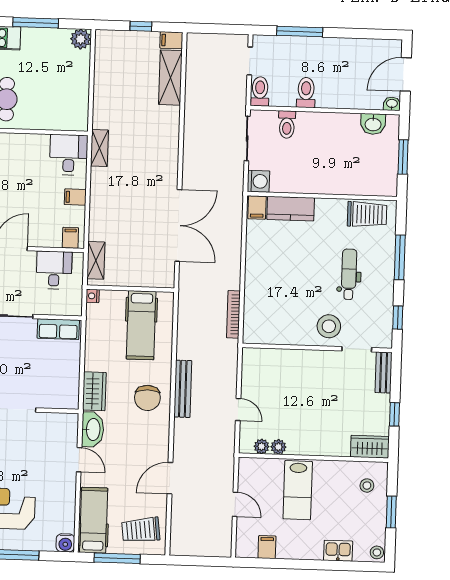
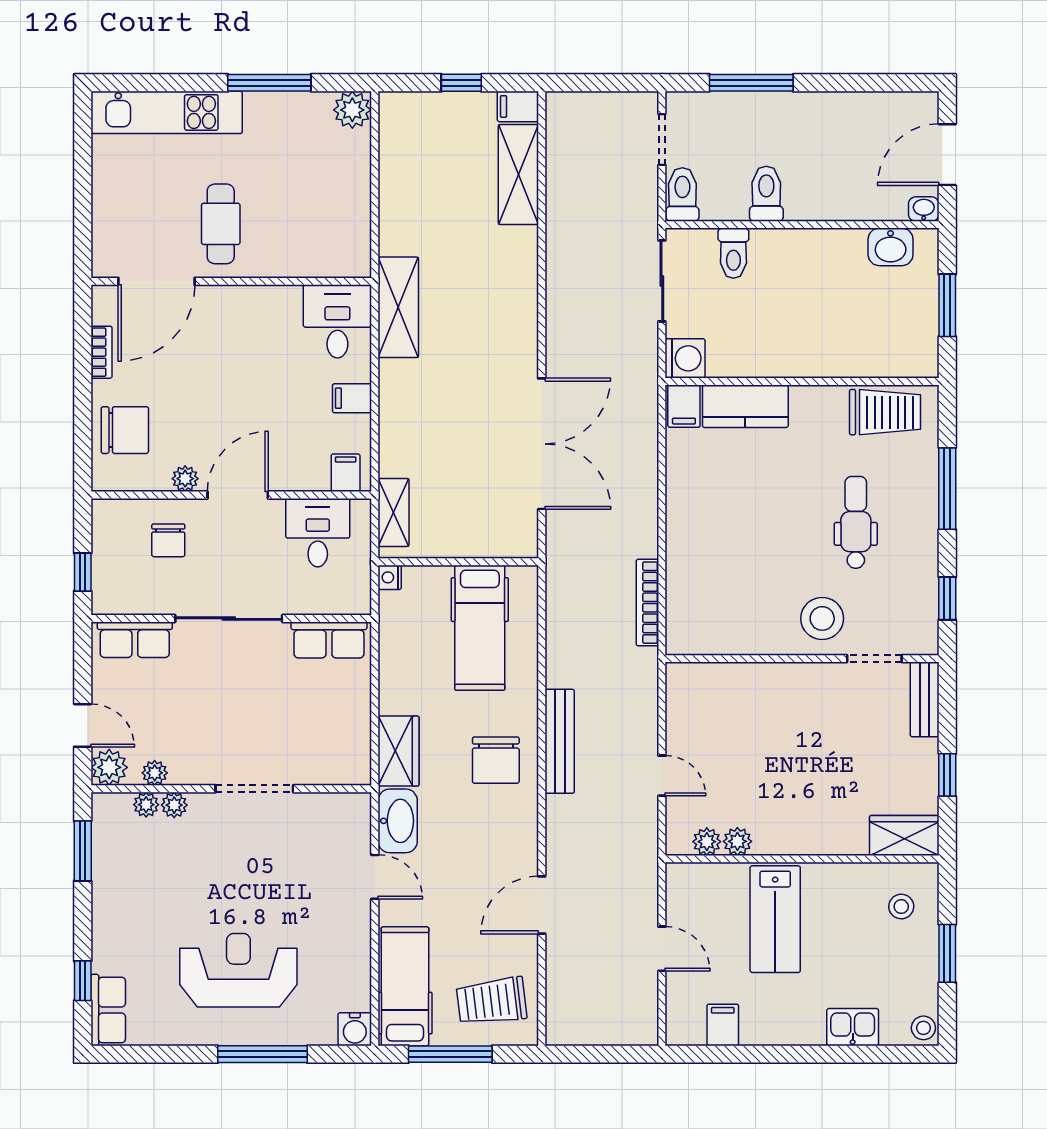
shelving: (99, 148) -> (398, 307), width x1.50, depth x1.33

